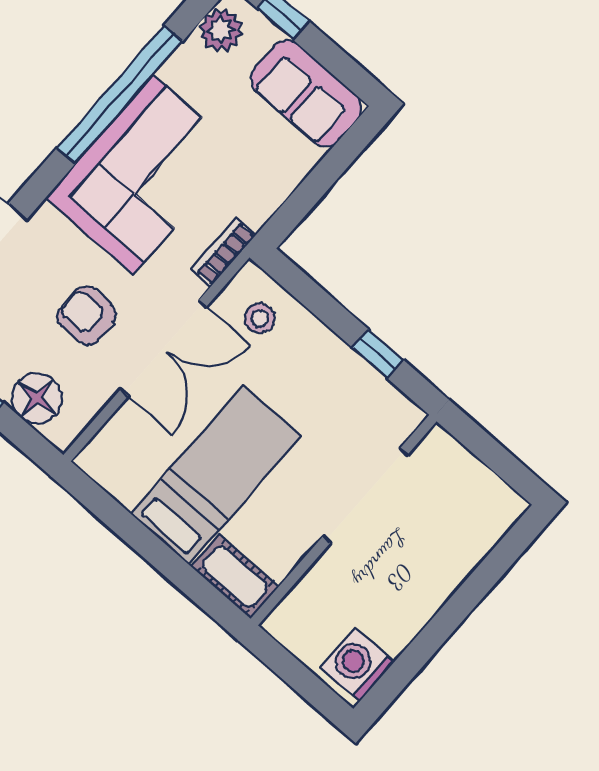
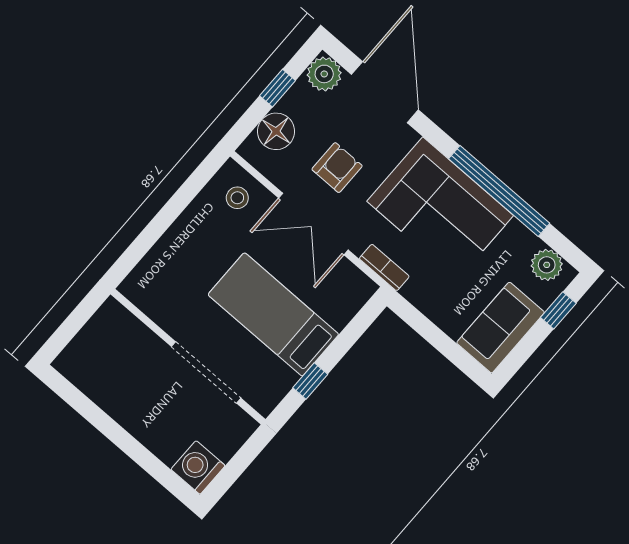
stool: (260, 318) -> (237, 198), moved
bed: (216, 475) -> (273, 314), moved, turned 180
cot: (235, 577) -> (146, 277), removed
washing machine: (357, 665) -> (198, 467), moved, turned -90

